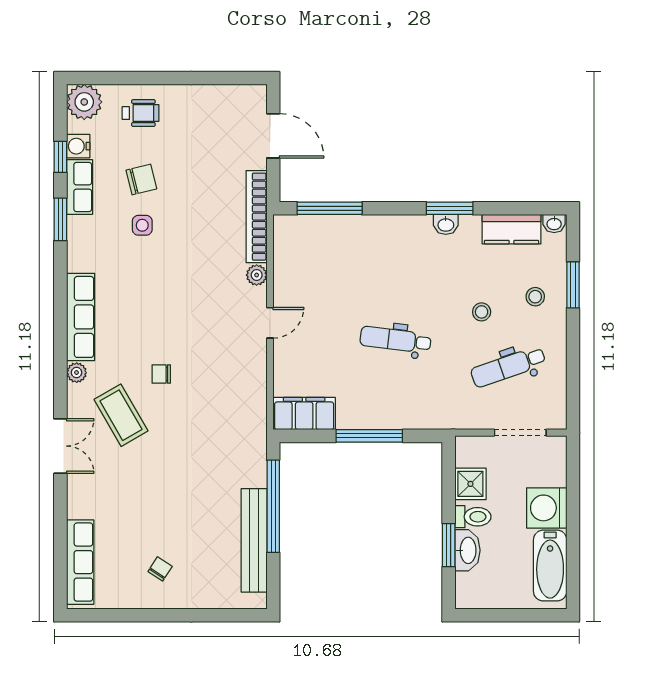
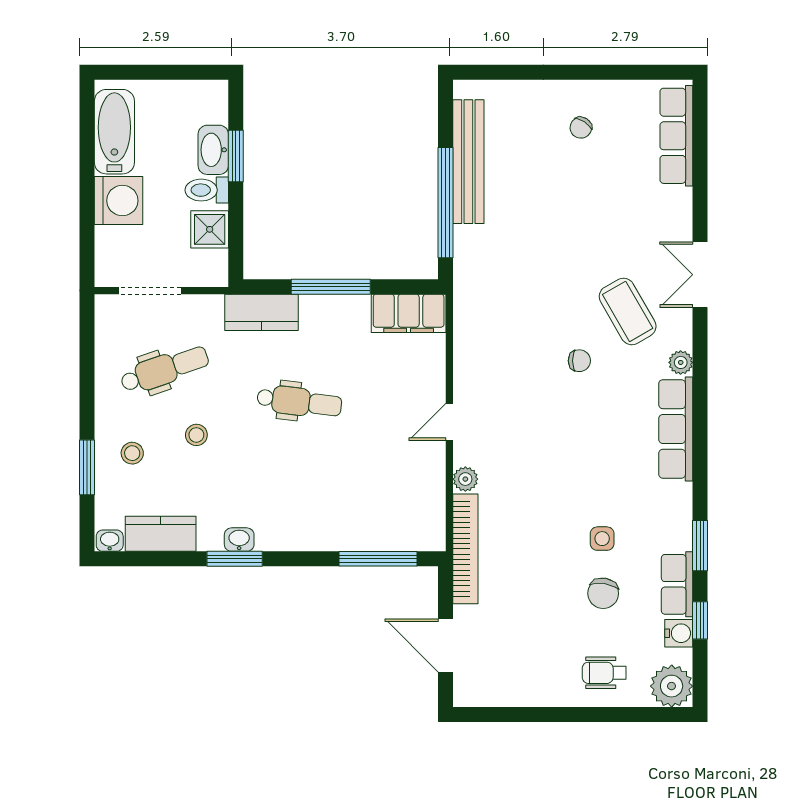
chair: (141, 179) -> (603, 593), turned -67
kitchen counter: (427, 414) -> (262, 312), added

